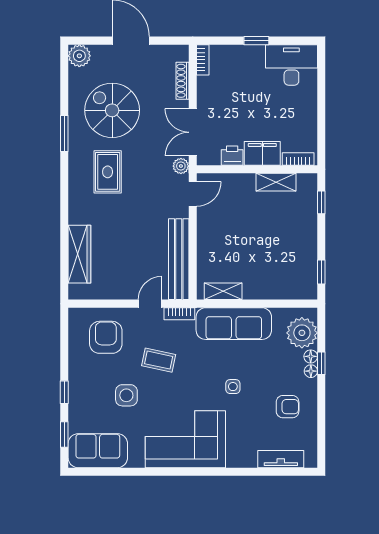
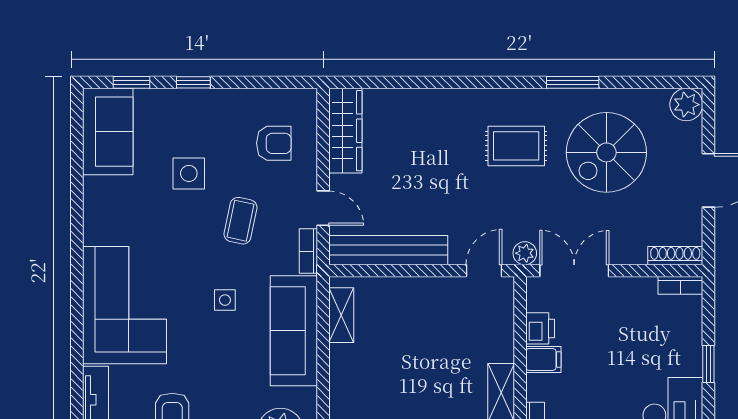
shoe rack: (182, 81) -> (675, 256), moved
spiral stairs: (112, 110) -> (606, 152), turned 180
filing cabinet: (262, 153) -> (543, 360), width x0.50
door: (193, 194) -> (484, 271), swing flipped
wardrobe: (79, 254) -> (345, 131), moved, turned -90
armchair: (106, 337) -> (274, 143), width x0.72, depth x0.72
side table: (233, 387) -> (225, 300), moved
corner sofa: (185, 439) -> (125, 305), moved

